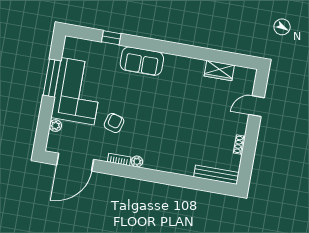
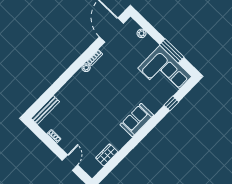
sofa: (142, 61) -> (137, 120), moved
corner sofa: (78, 91) -> (165, 72), moved
armchair: (114, 123) -> (119, 70), removed

